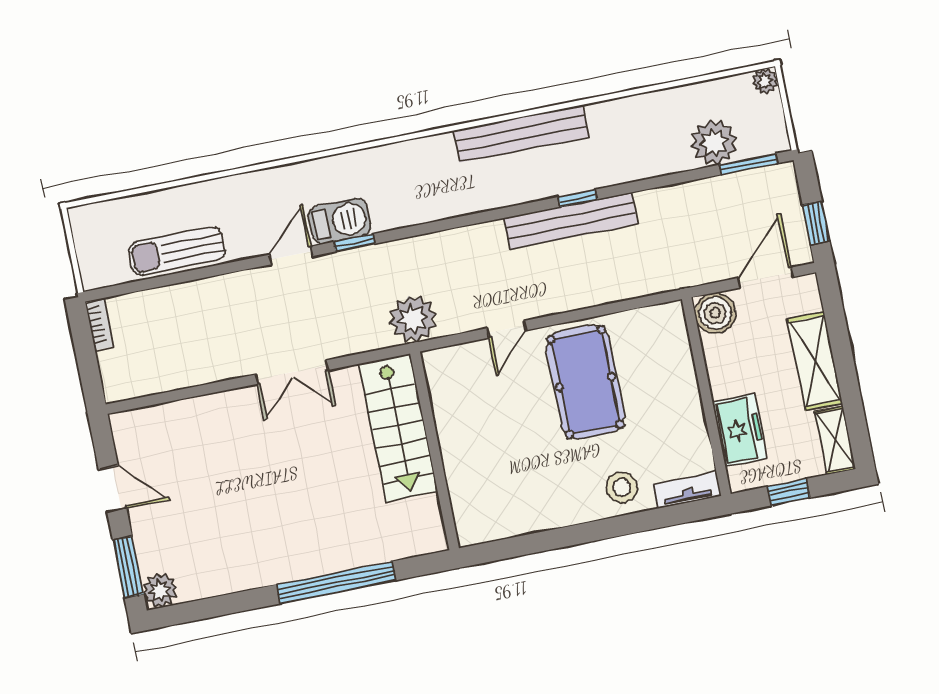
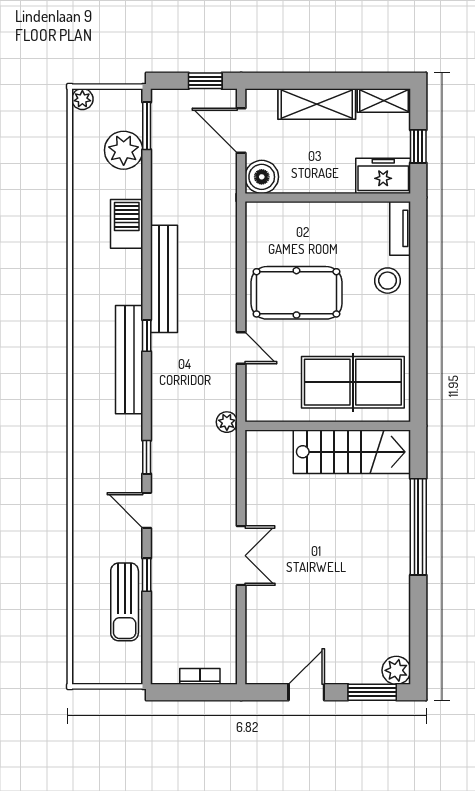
bench: (521, 134) -> (129, 360), moved
window: (578, 198) -> (147, 336), moved
barbecue: (340, 221) -> (127, 224), moved
window: (214, 271) -> (147, 575), added
plant: (413, 319) -> (227, 422), width x0.53, depth x0.53
bookcase: (99, 325) -> (200, 676), moved
double door: (292, 372) -> (241, 556), moved
stairs: (398, 428) -> (352, 452), moved
freezer: (740, 430) -> (383, 176), moved
table tennis table: (493, 470) -> (353, 382), added

